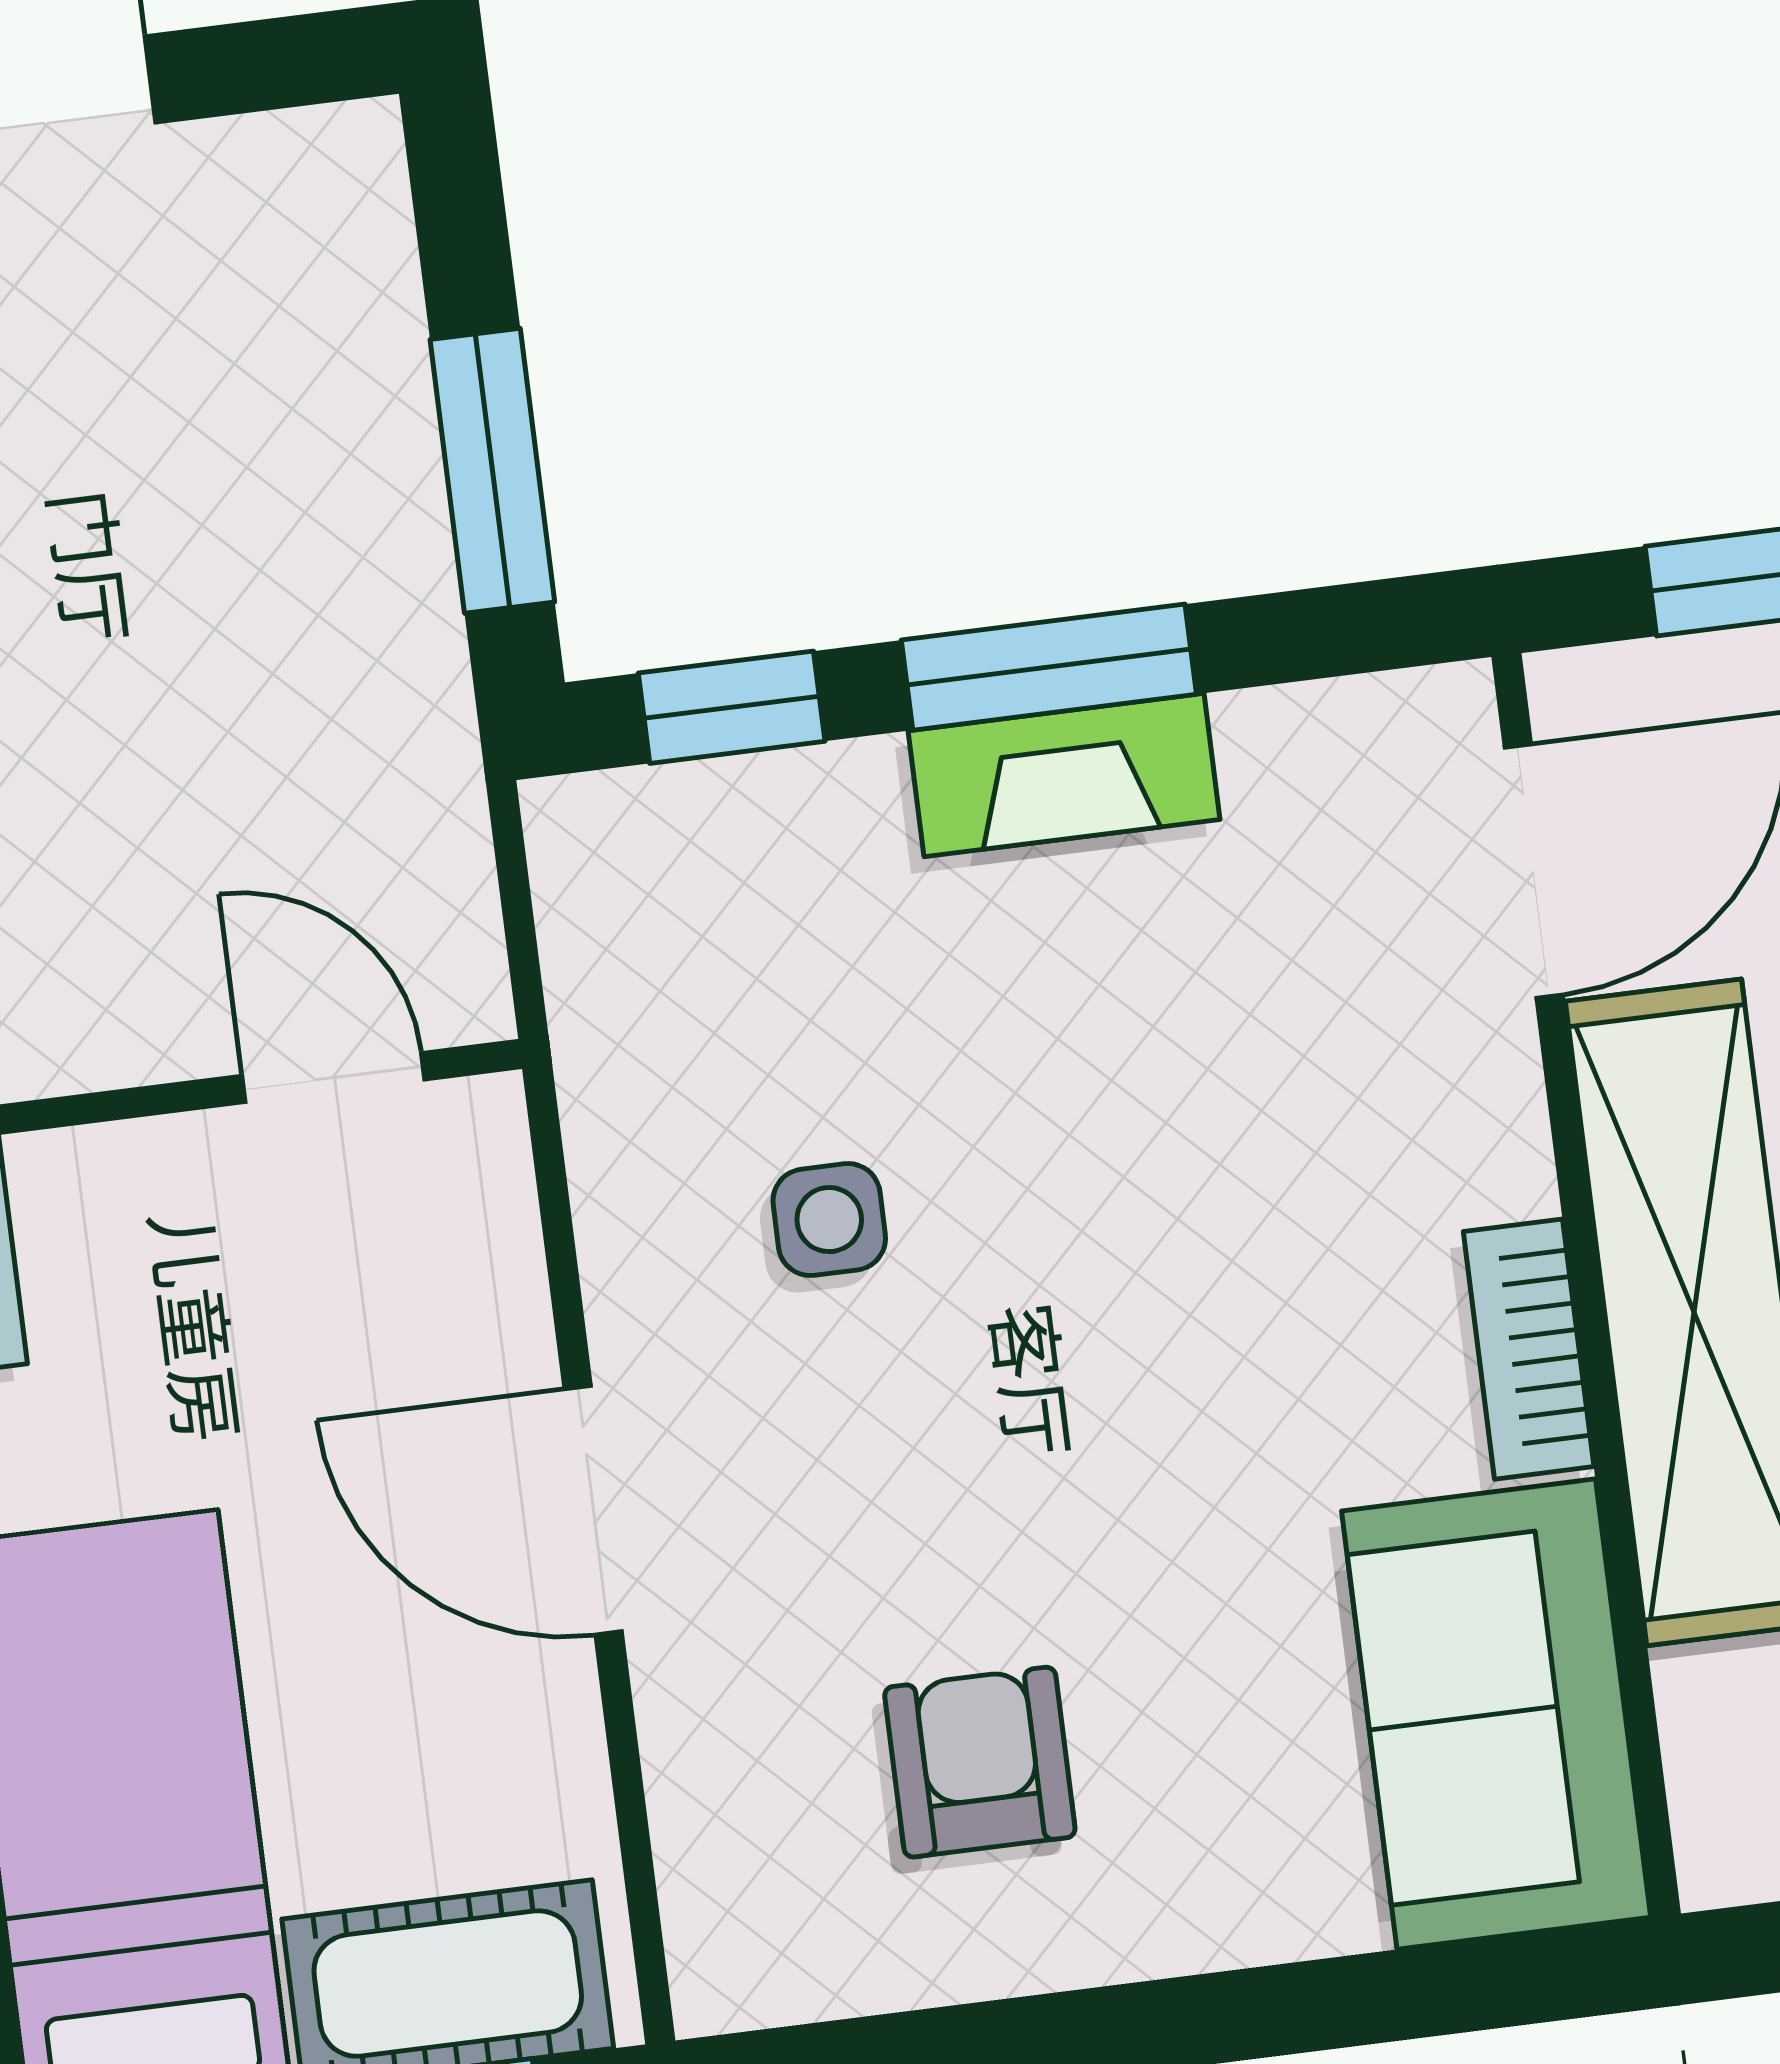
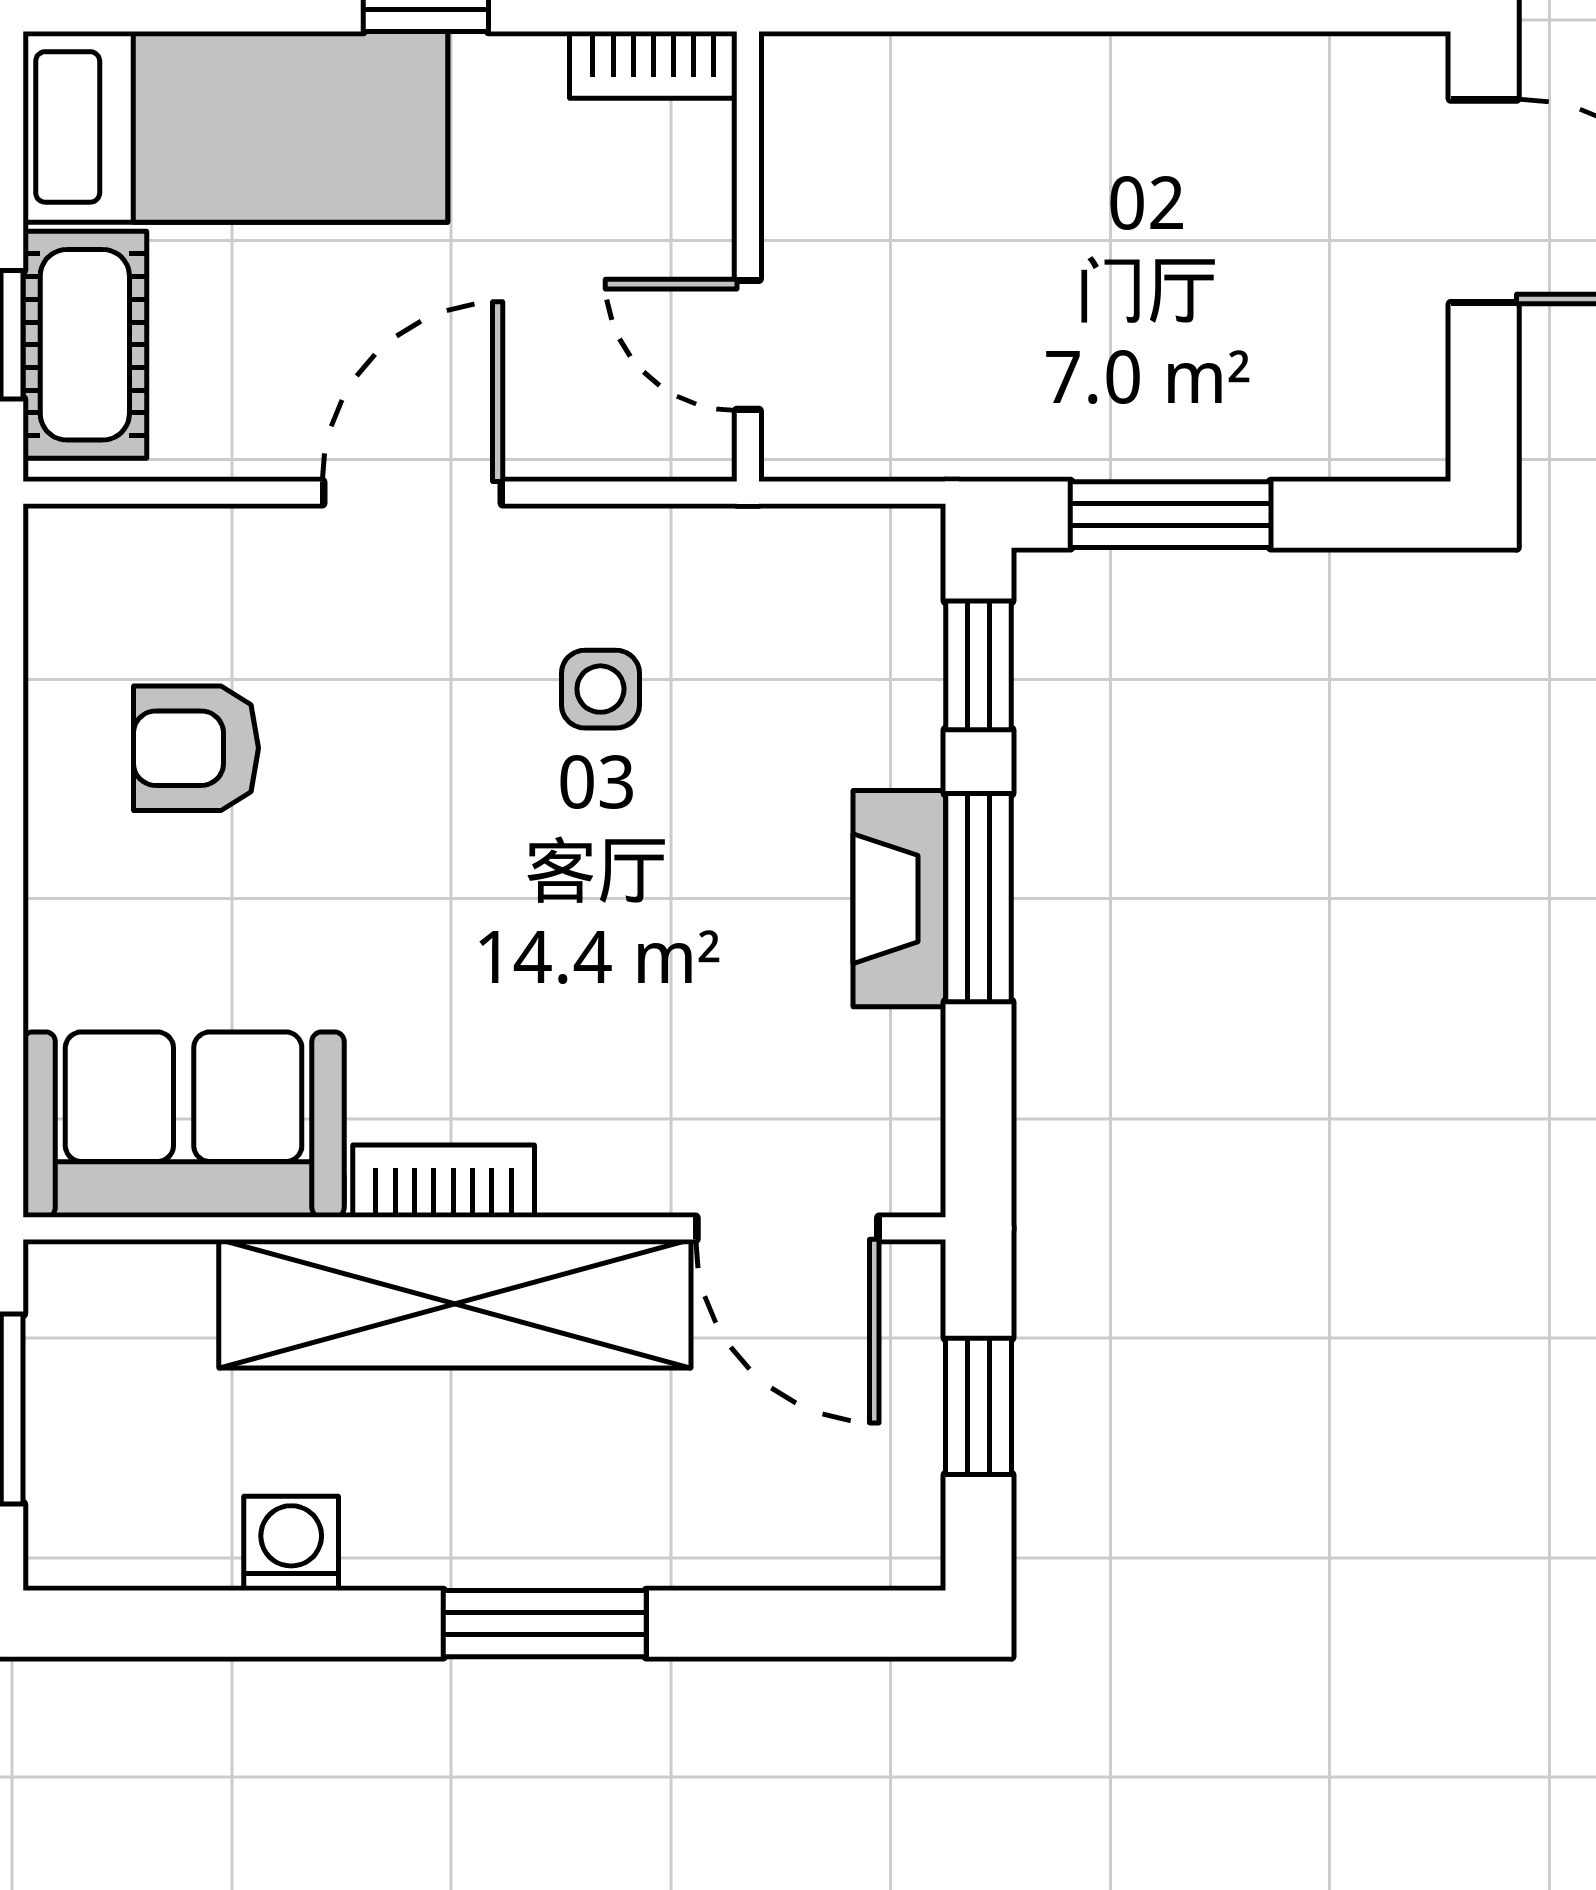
door: (333, 1078) -> (748, 345), swing flipped
armchair: (980, 1762) -> (196, 748), turned 180

